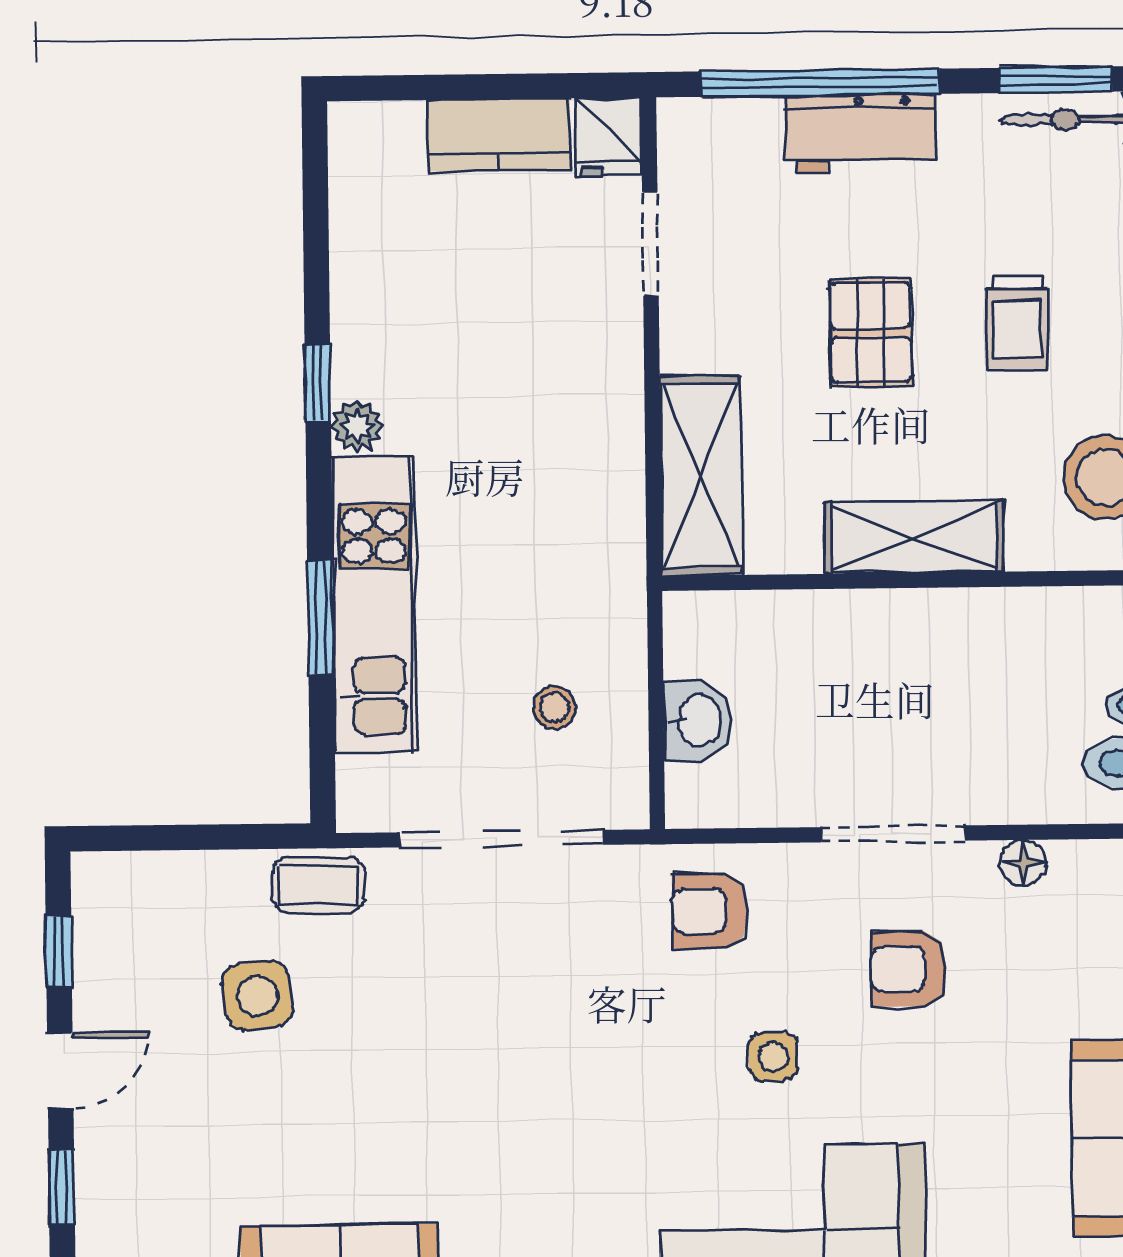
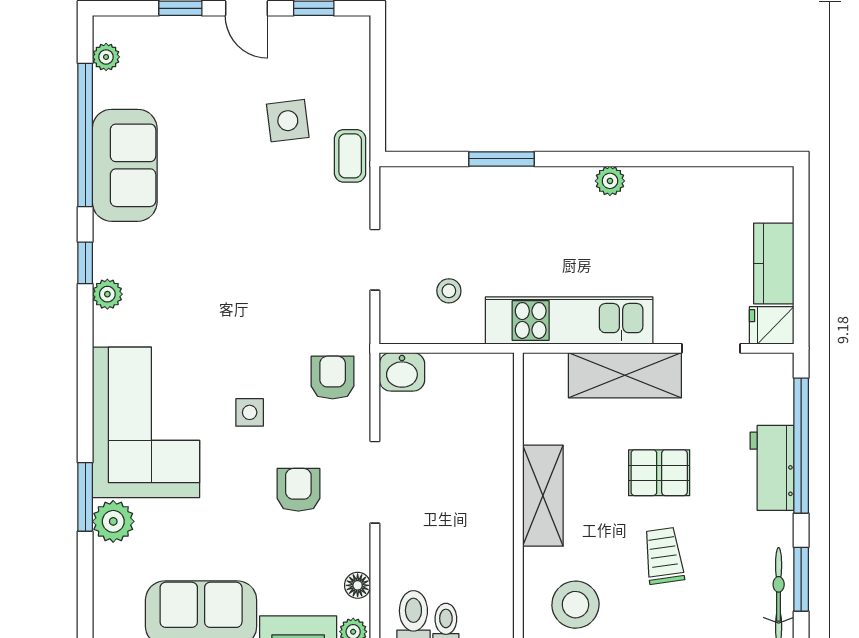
trolley: (1017, 323) -> (664, 556), turned 82
window: (318, 383) -> (635, 159), removed
shelving: (701, 476) -> (625, 375), moved
kitchen unit: (375, 604) -> (569, 320), moved, turned 180
washbasin: (698, 721) -> (402, 372), moved
doorway: (501, 839) -> (375, 260), width x0.53
floor lamp: (1024, 863) -> (358, 585), moved

